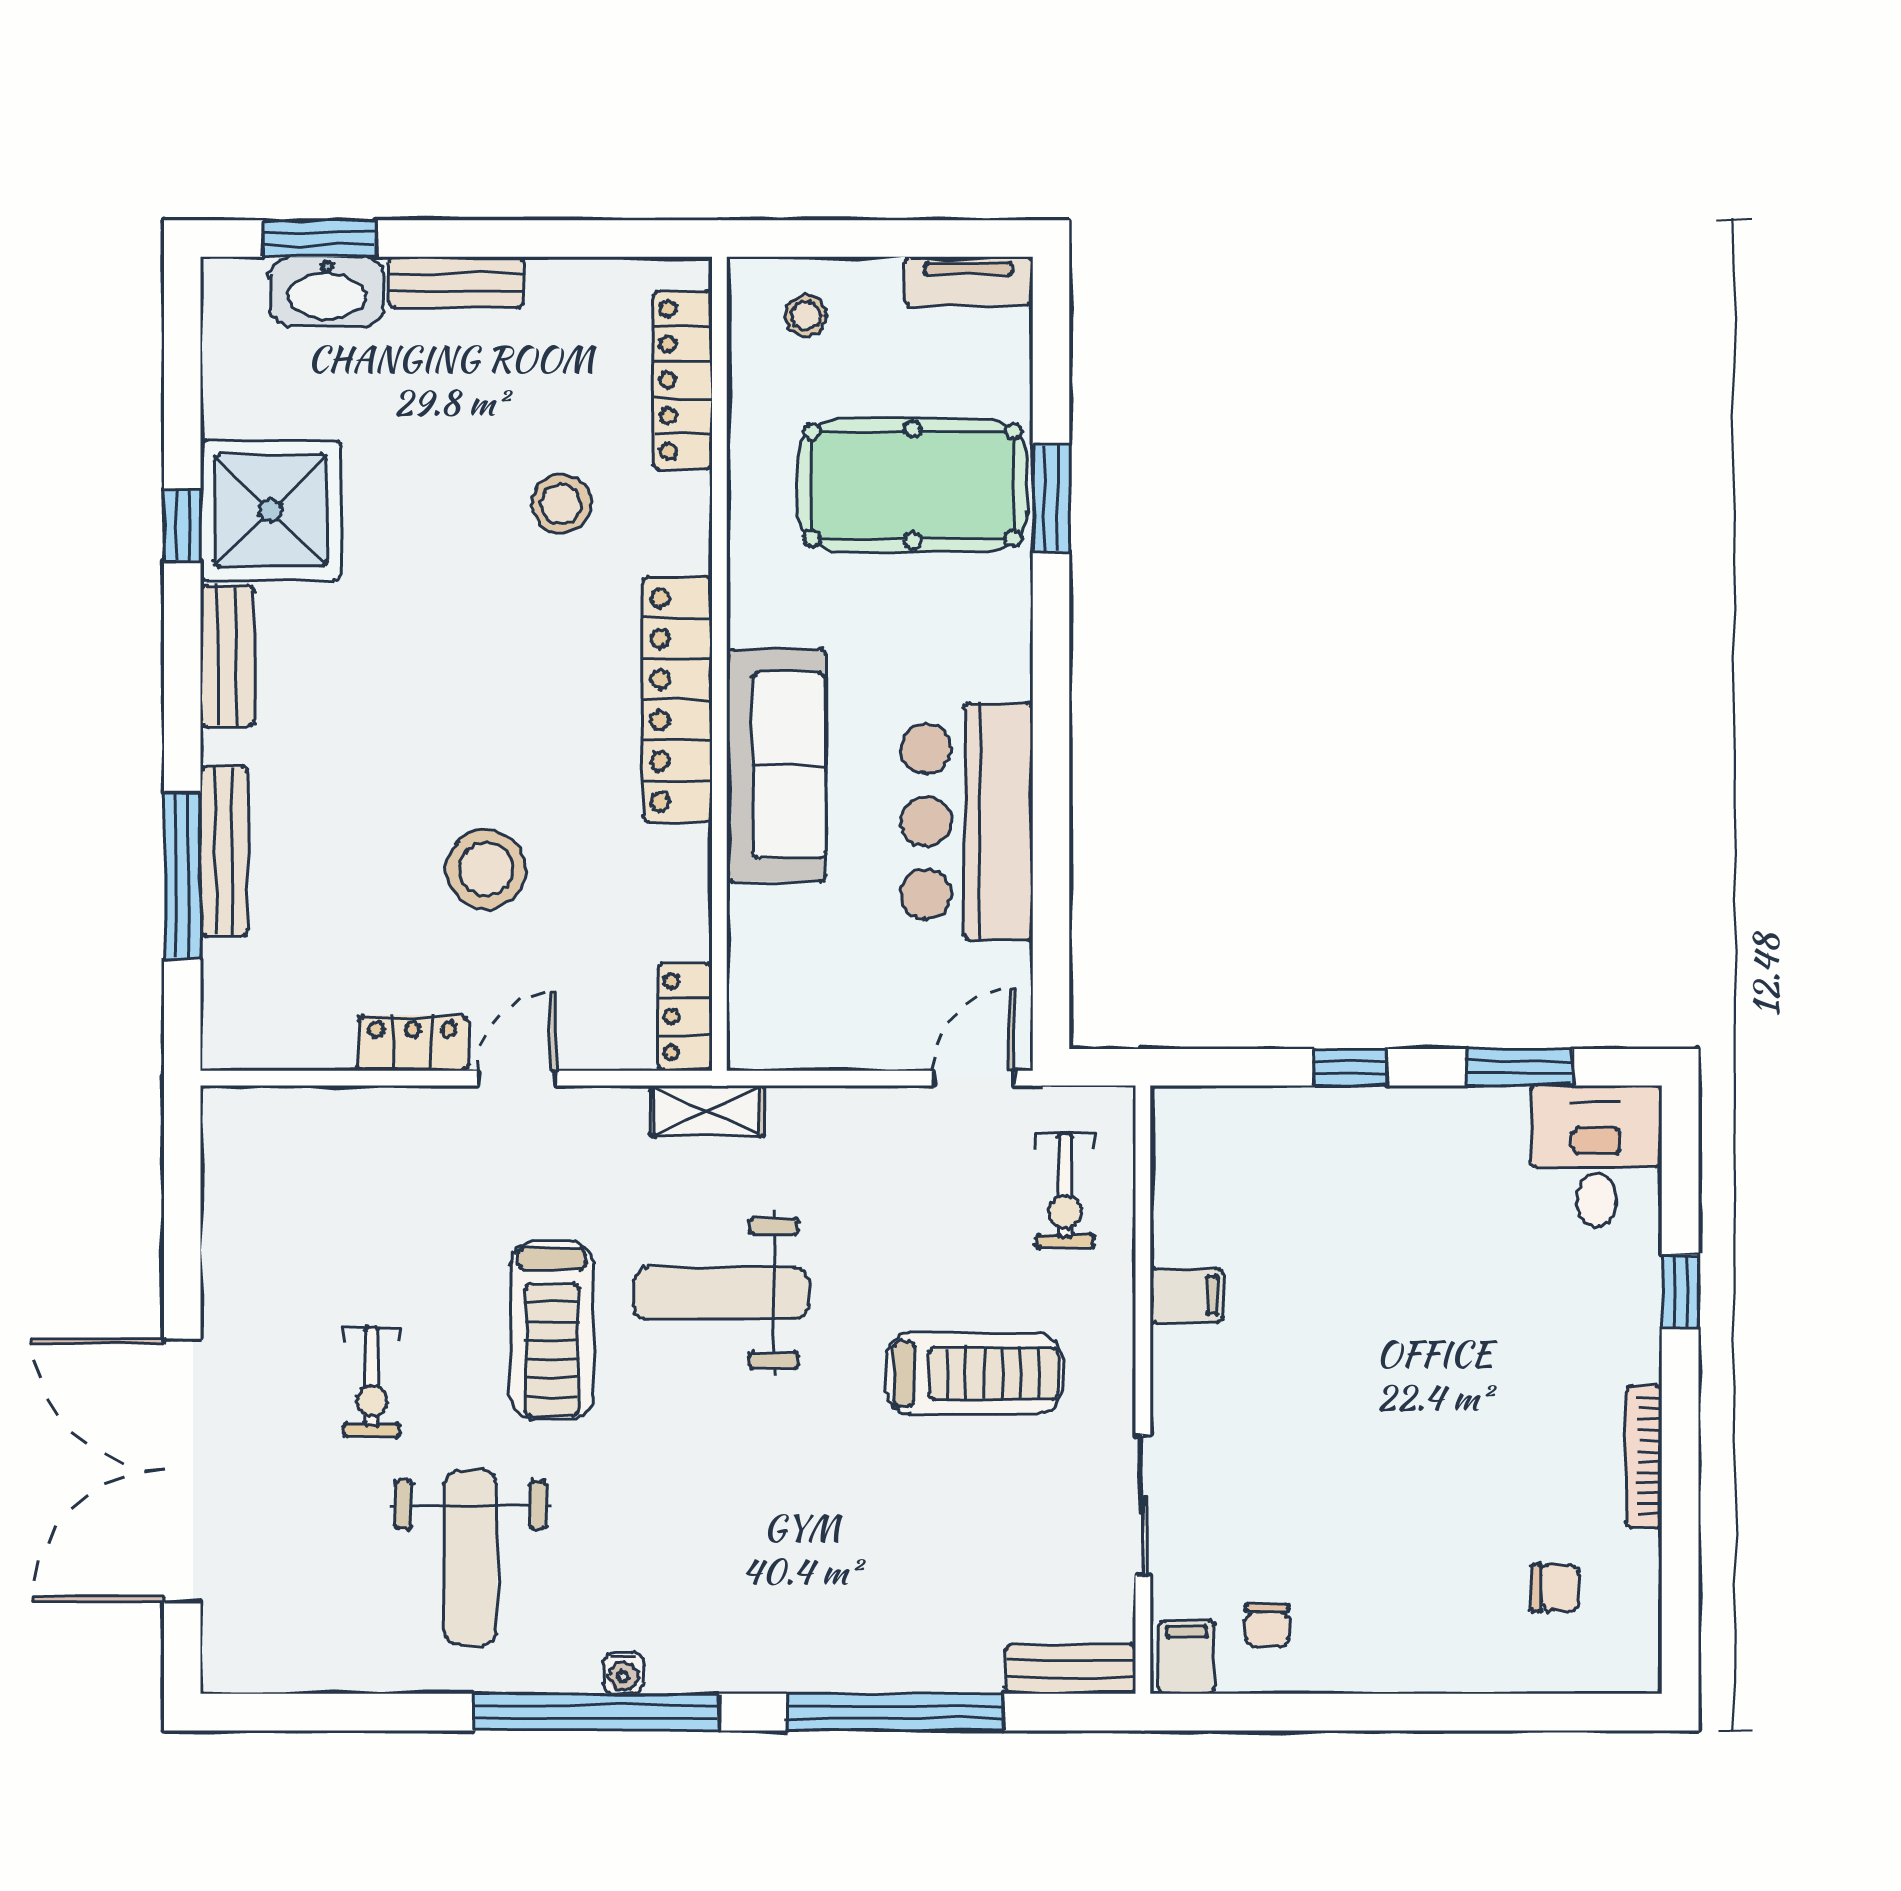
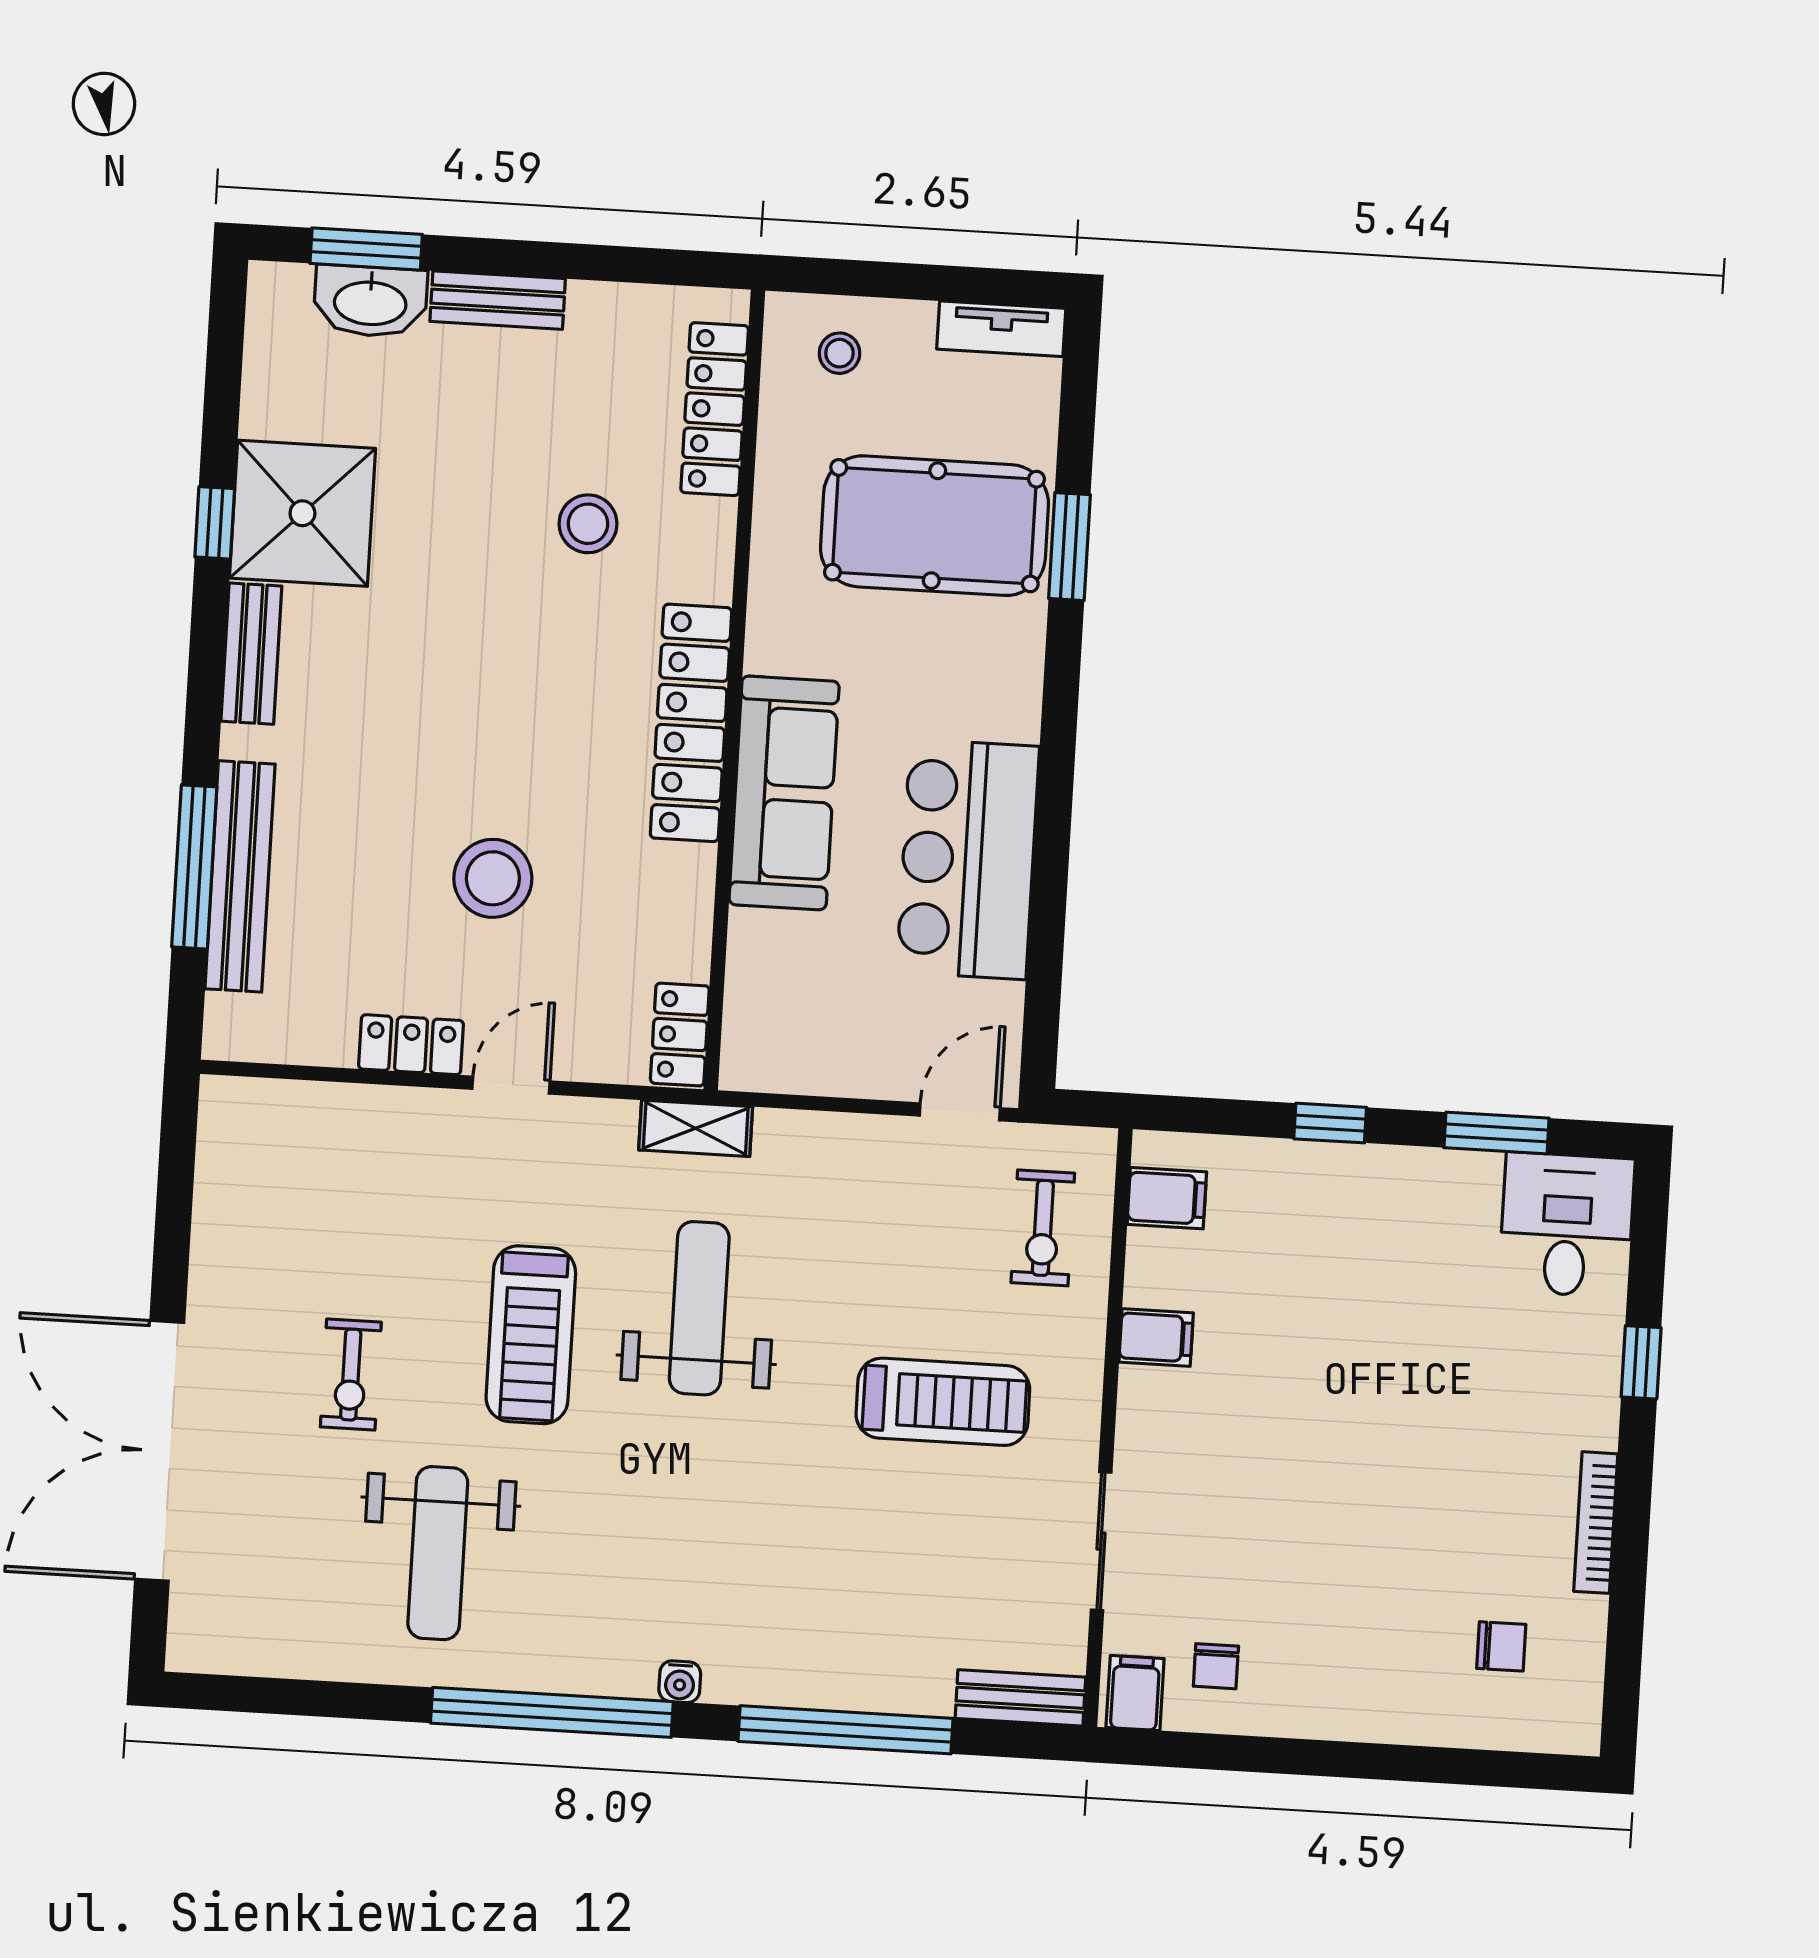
bench: (224, 852) -> (240, 876), width x1.37, depth x1.21
filing cabinet: (1189, 1153) -> (1167, 1198), added
weight bench: (721, 1293) -> (699, 1308), turned 90
water cooler: (623, 1673) -> (680, 1682), moved

